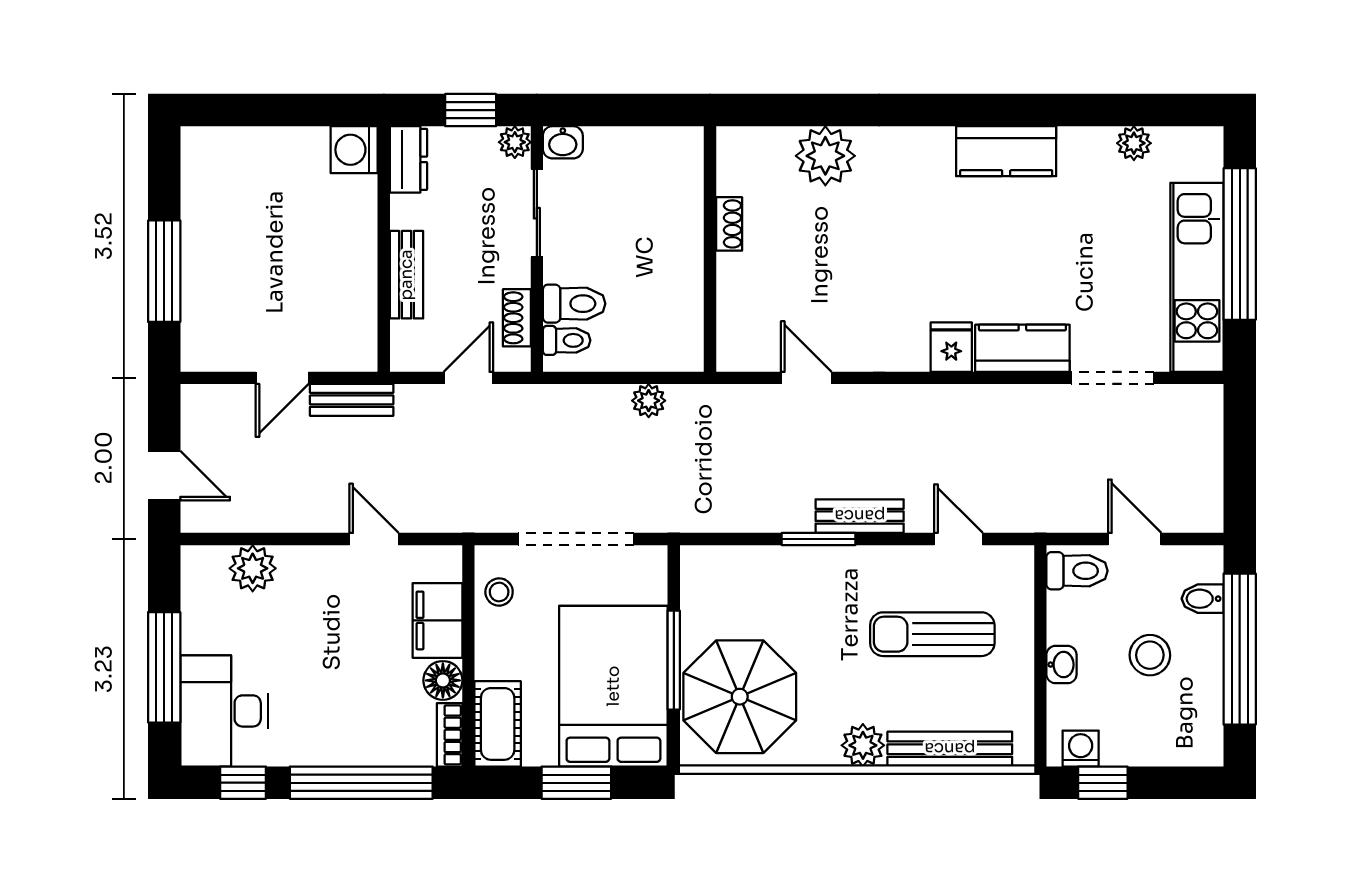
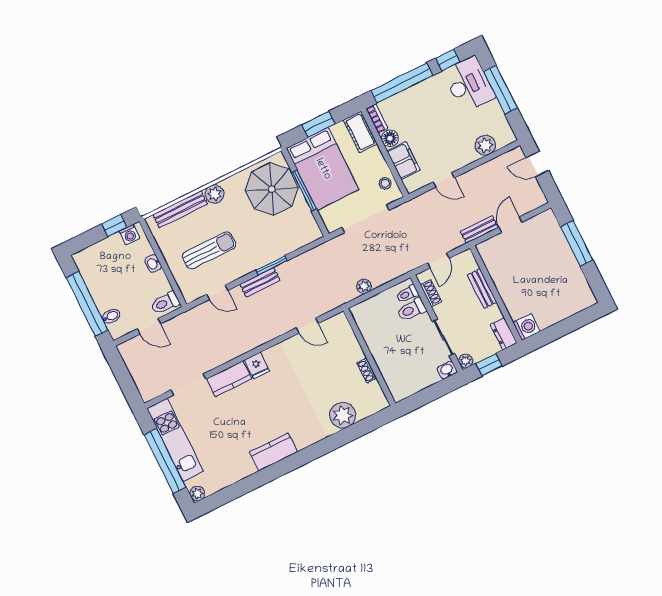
plant: (1134, 143) -> (197, 494), moved
stool: (1150, 655) -> (121, 284), removed

